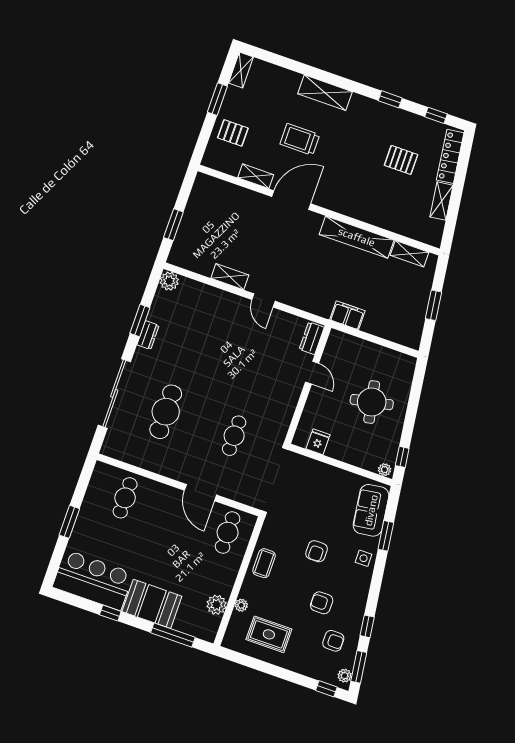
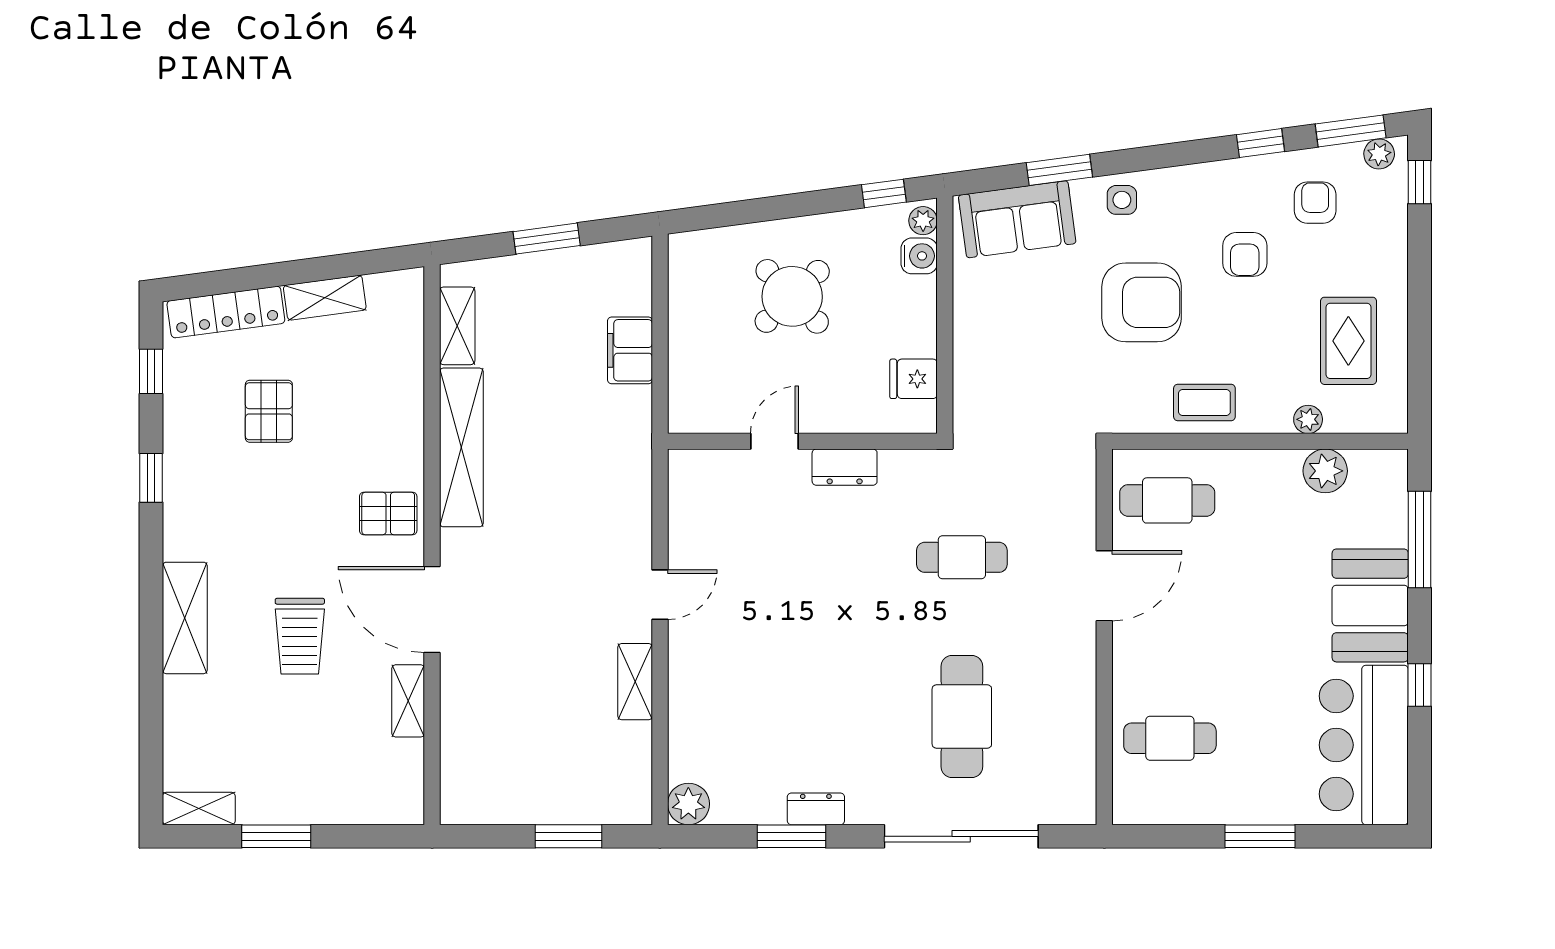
pallet: (233, 133) -> (388, 514), moved, turned 90
filing cabinet: (347, 315) -> (630, 350), moved
dresser: (312, 338) -> (845, 467), moved
round table: (372, 402) -> (792, 296), turned -33
cafe table: (166, 412) -> (962, 716), turned 90
water cooler: (370, 463) -> (919, 256), added
armchair: (317, 551) -> (1142, 302), width x1.88, depth x1.88

